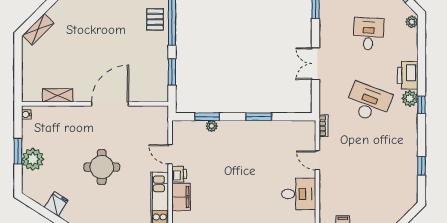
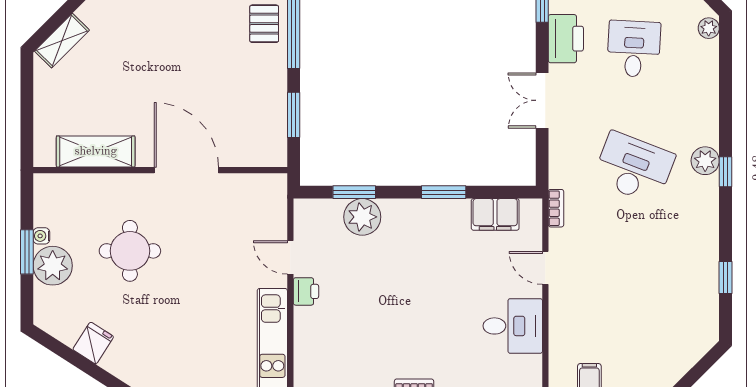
printer: (408, 75) -> (566, 39), moved, turned 180
shelving: (58, 95) -> (96, 151), width x1.50, depth x1.33
door: (110, 104) -> (186, 170), hinge flipped
water cooler: (26, 114) -> (41, 236), moved
plant: (212, 126) -> (362, 217), width x1.87, depth x1.87
round table: (102, 167) -> (130, 251), moved
filing cabinet: (181, 197) -> (495, 214), moved, turned 90

